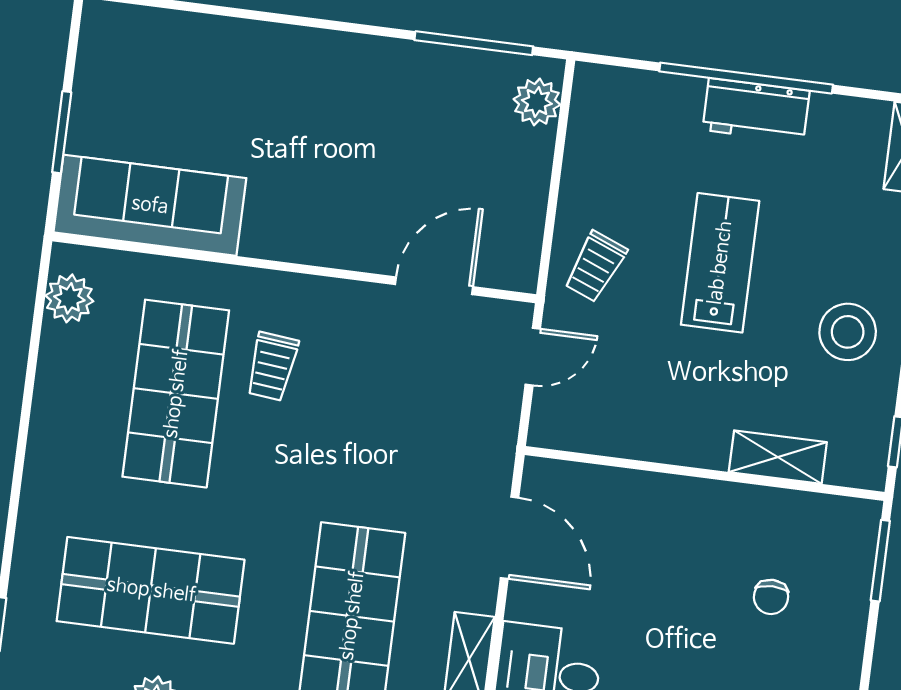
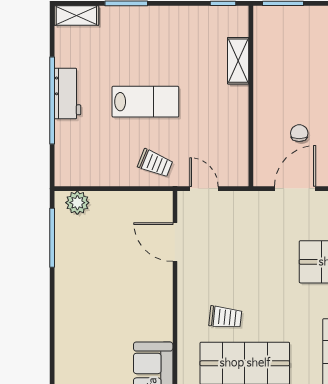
lab bench: (720, 263) -> (145, 102), turned 180
stool: (848, 332) -> (172, 34), removed
chair: (771, 597) -> (299, 133), moved, turned -90

